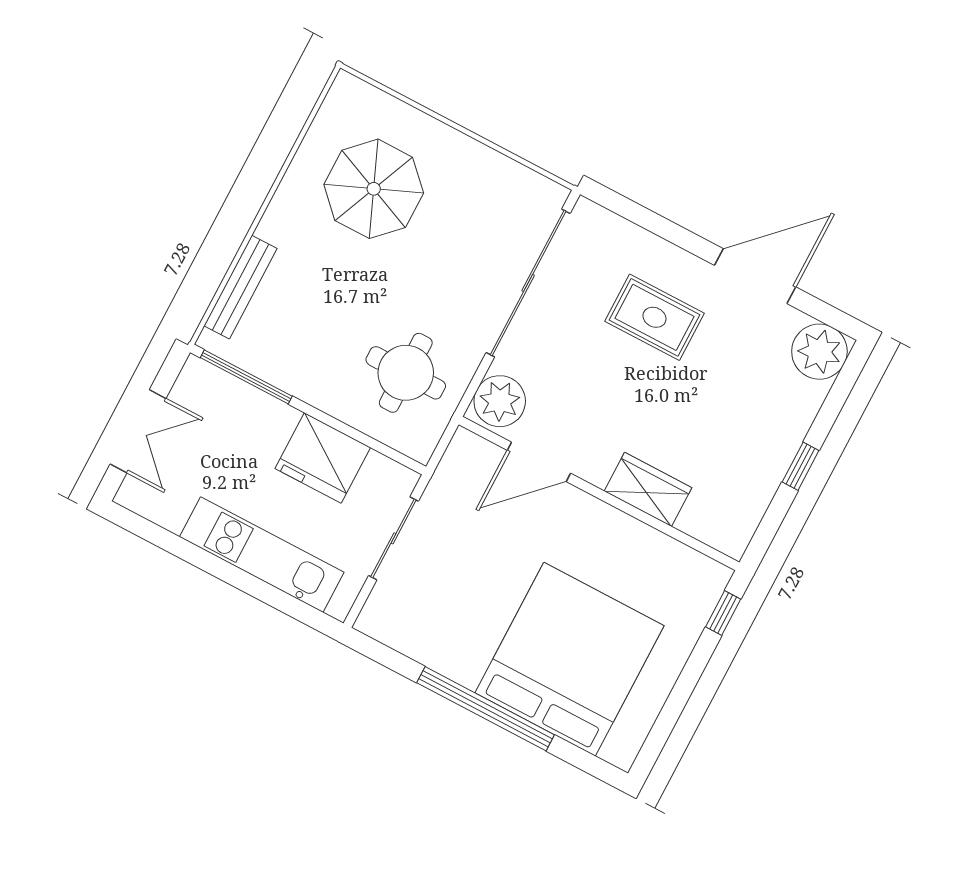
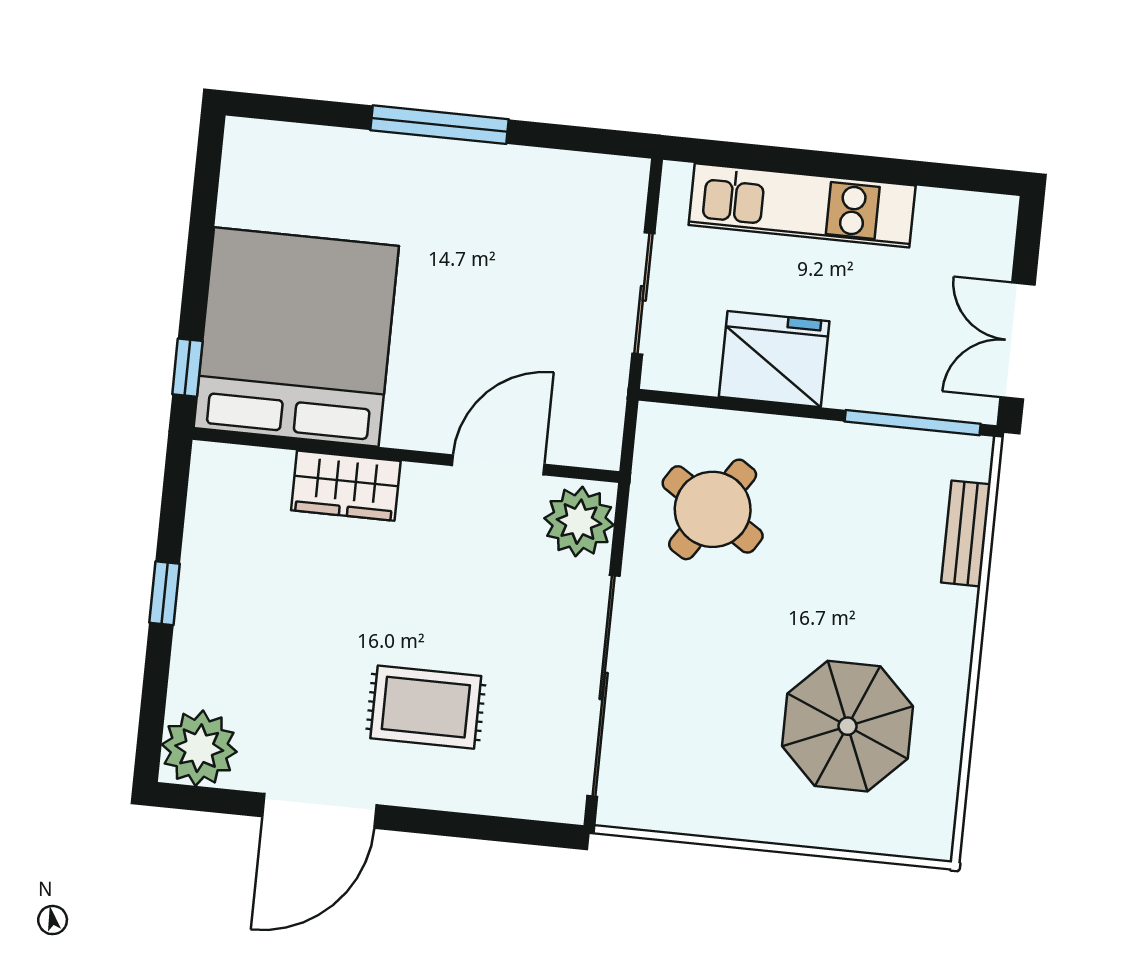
bench: (241, 287) -> (966, 533), width x0.73
round table: (406, 373) -> (713, 509), turned 33
double door: (138, 431) -> (1018, 341), moved
bed: (570, 659) -> (296, 337), moved, turned 180
window: (486, 709) -> (440, 125), width x0.68

